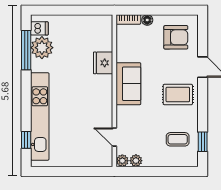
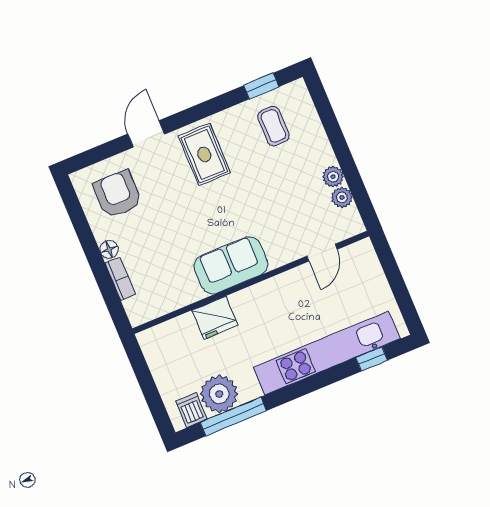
fridge: (103, 63) -> (215, 318), moved
sofa: (128, 84) -> (231, 265), moved
wall: (114, 91) -> (251, 282), moved
door: (114, 137) -> (322, 253), moved

